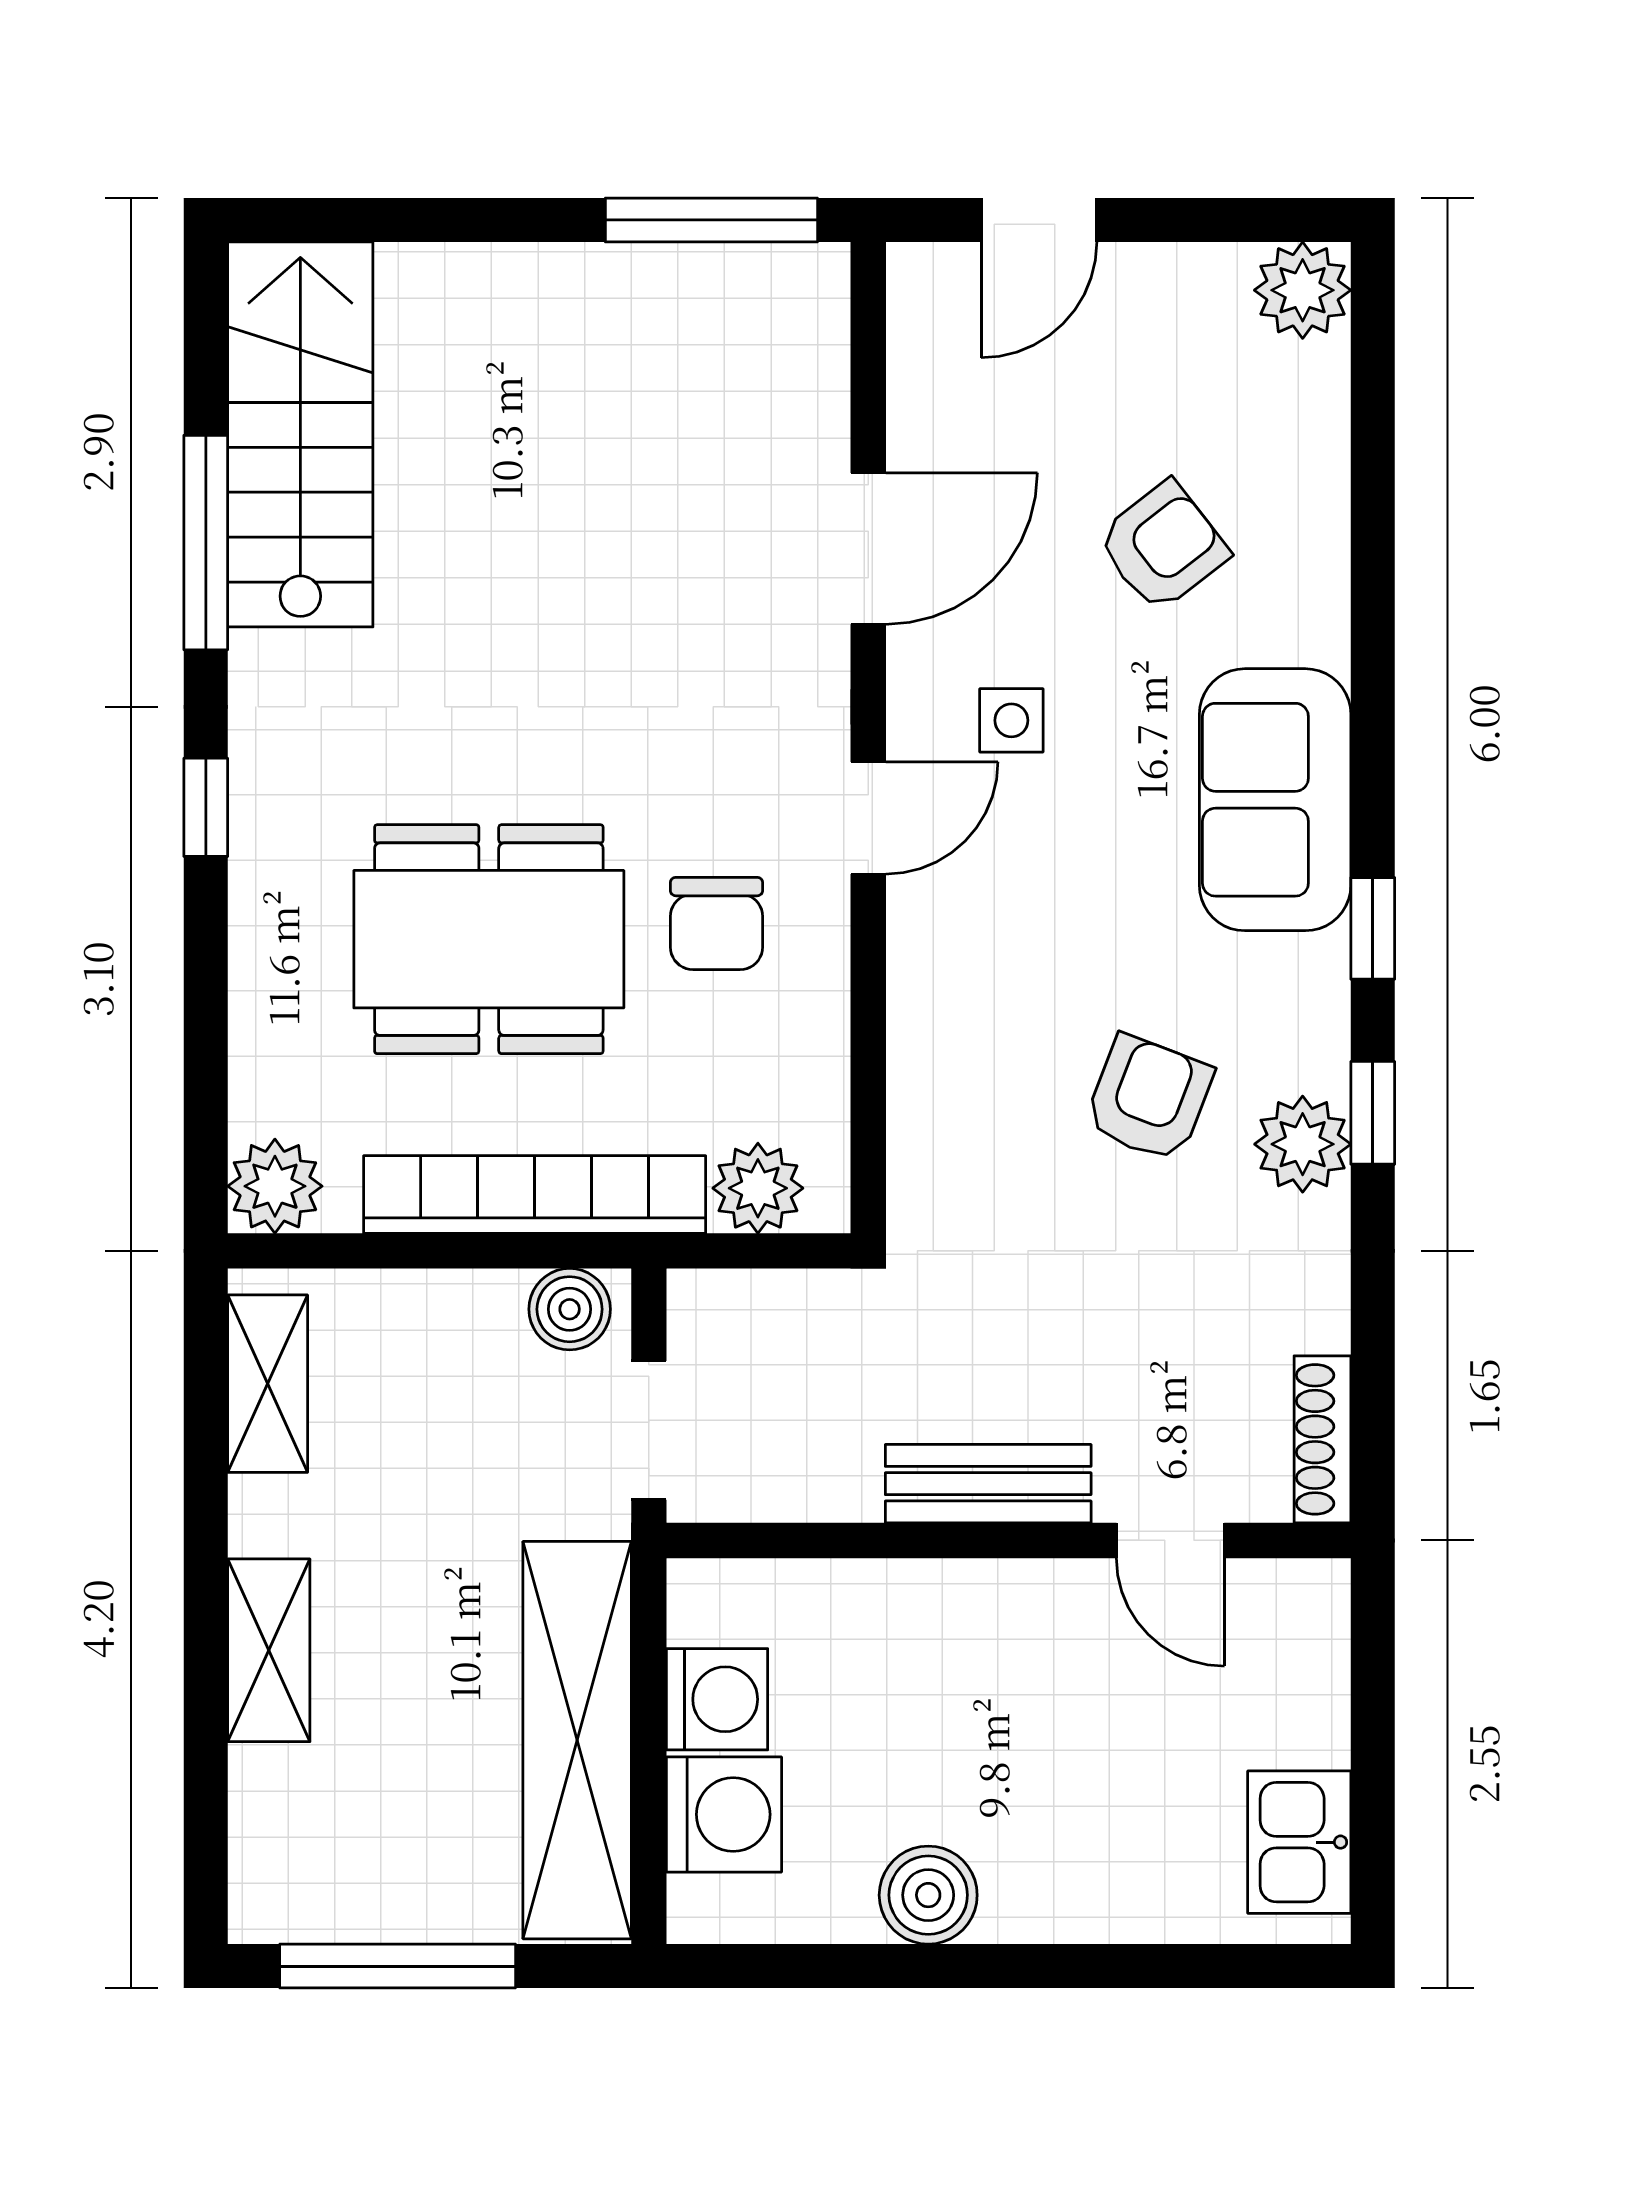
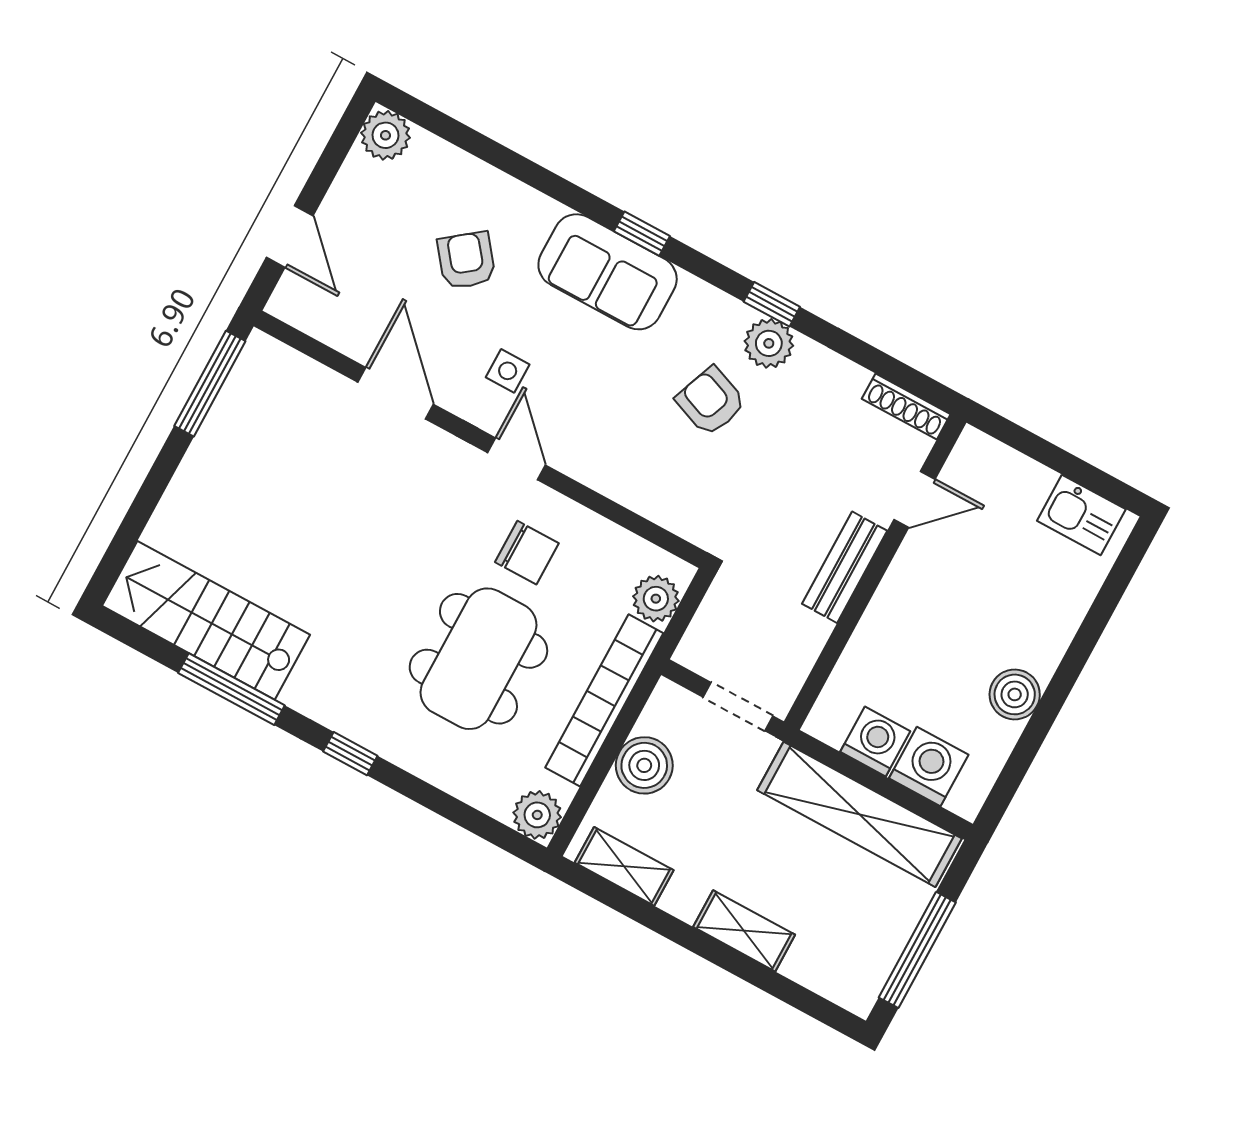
window: (1373, 928) -> (642, 234), moved
boiler: (570, 1309) -> (644, 765), moved, width x1.36, depth x1.36

